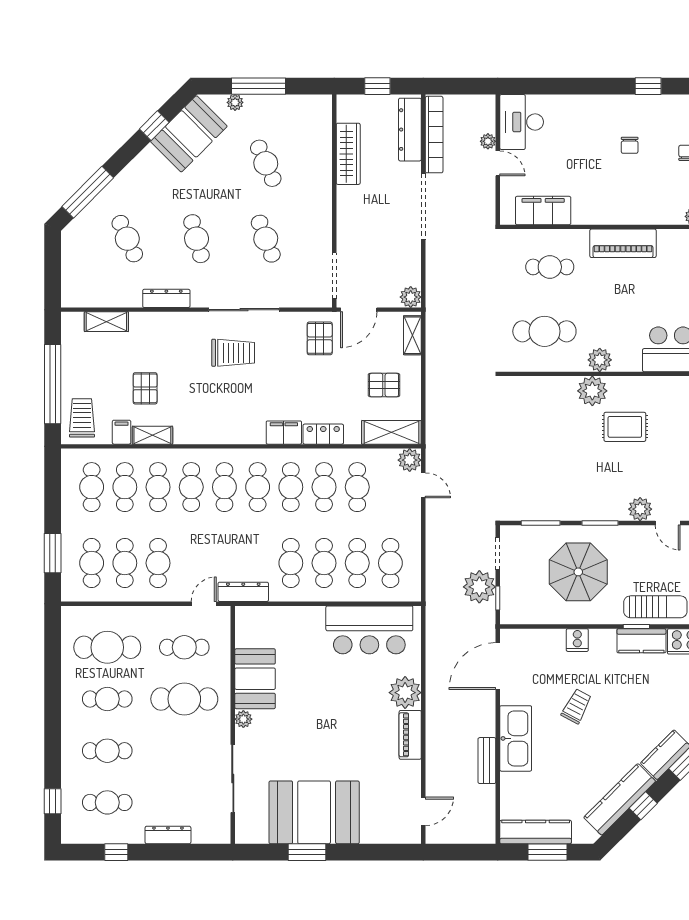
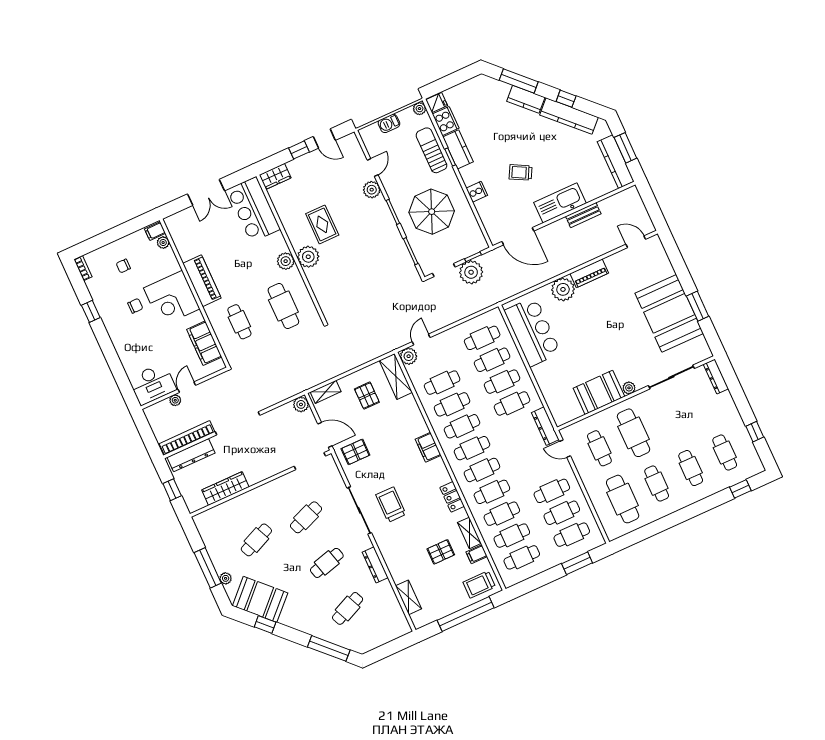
corner desk: (618, 195) -> (172, 298), added
locker: (323, 434) -> (452, 497), moved
dresser: (168, 835) -> (716, 376), moved

